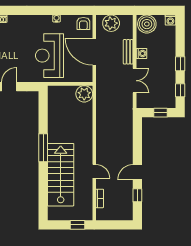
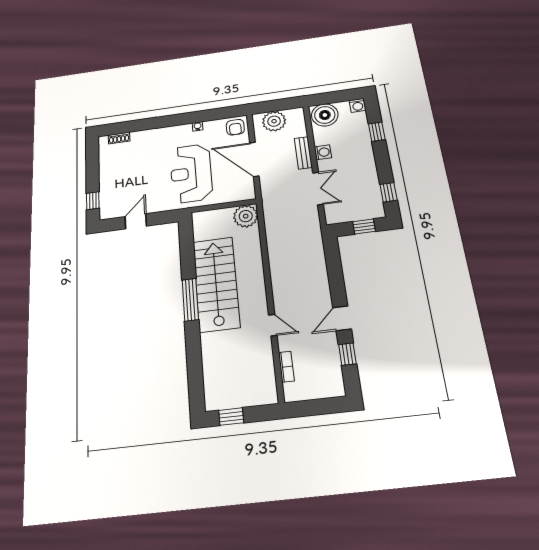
window: (180, 64) -> (377, 132), moved
stairs: (61, 175) -> (216, 284), moved
window: (77, 225) -> (231, 417), moved

